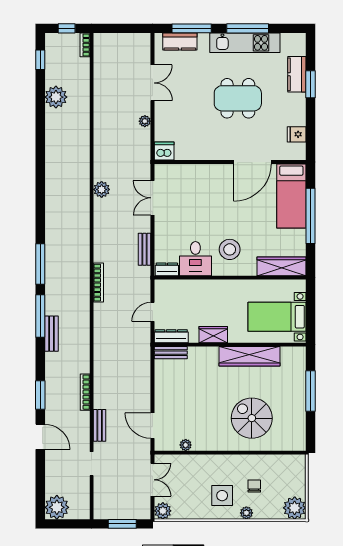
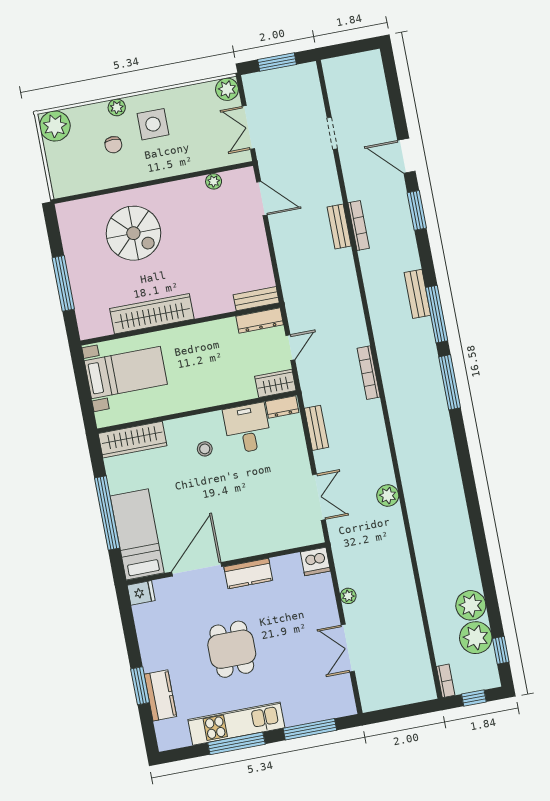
kitchen counter: (180, 41) -> (248, 573), moved, turned 180
dining table: (238, 98) -> (232, 649), width x0.73
fridge: (297, 134) -> (141, 593), moved
stool: (230, 249) -> (205, 449), width x0.53, depth x0.53
wardrobe: (213, 335) -> (275, 383), moved, turned 180
bench: (100, 425) -> (339, 227), moved
plant: (57, 507) -> (476, 638), moved

